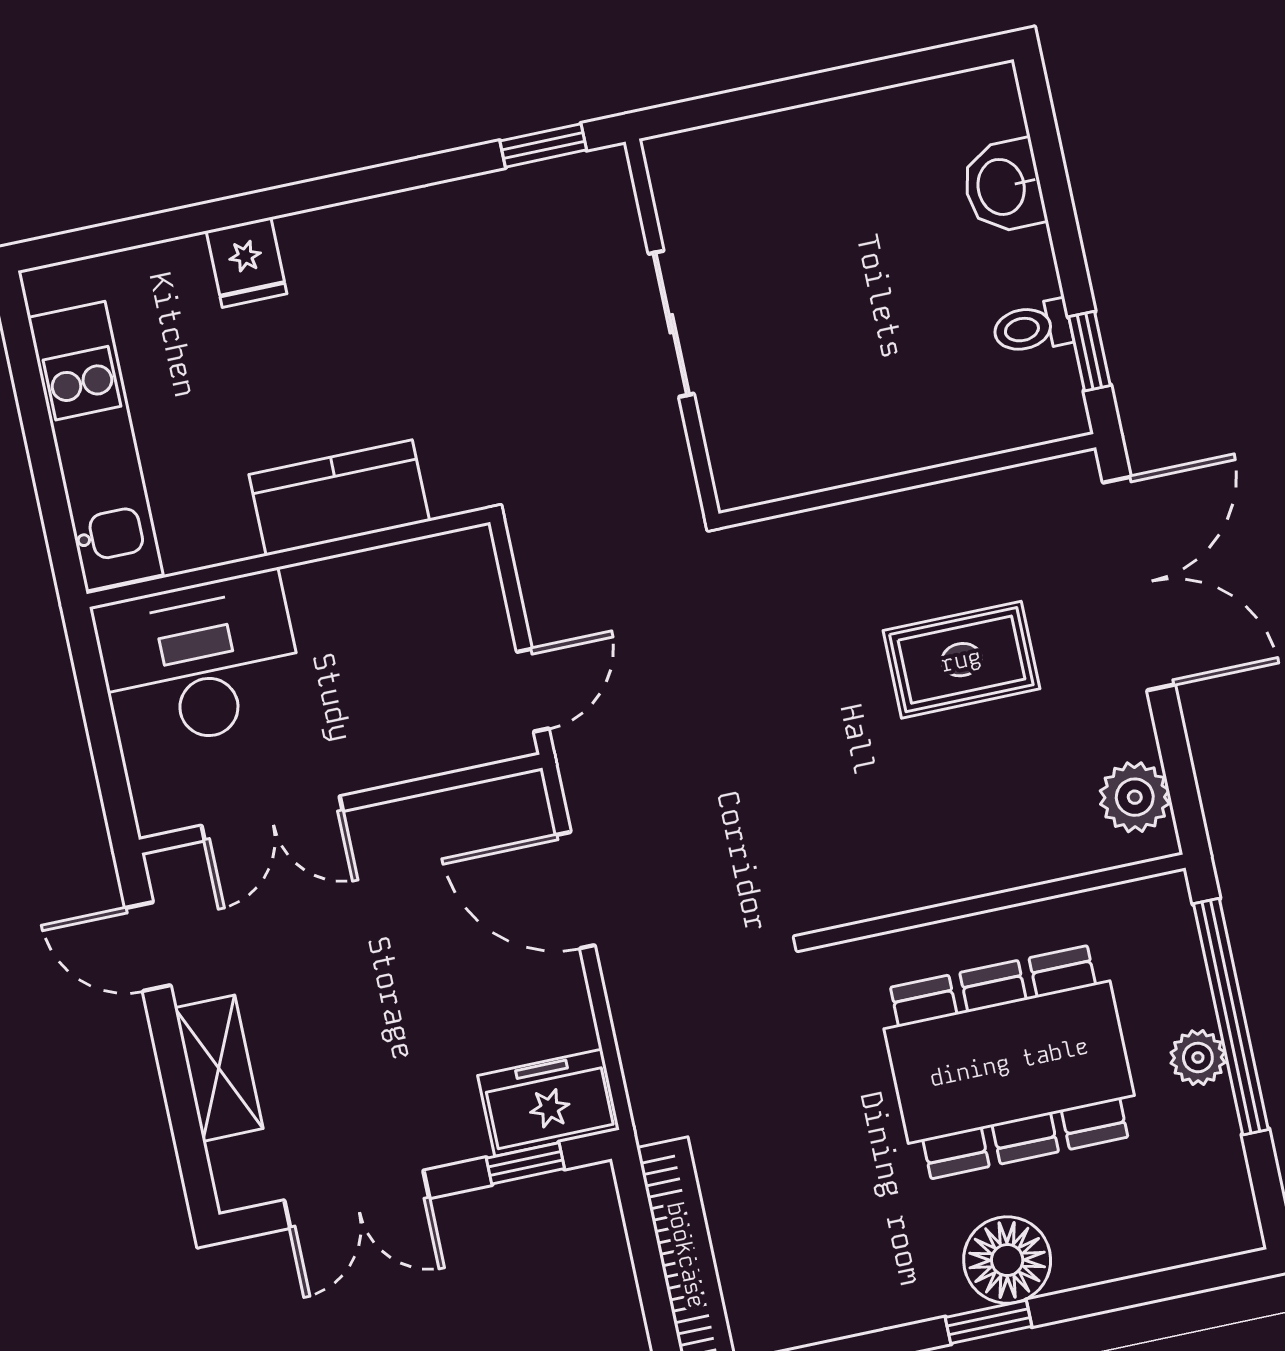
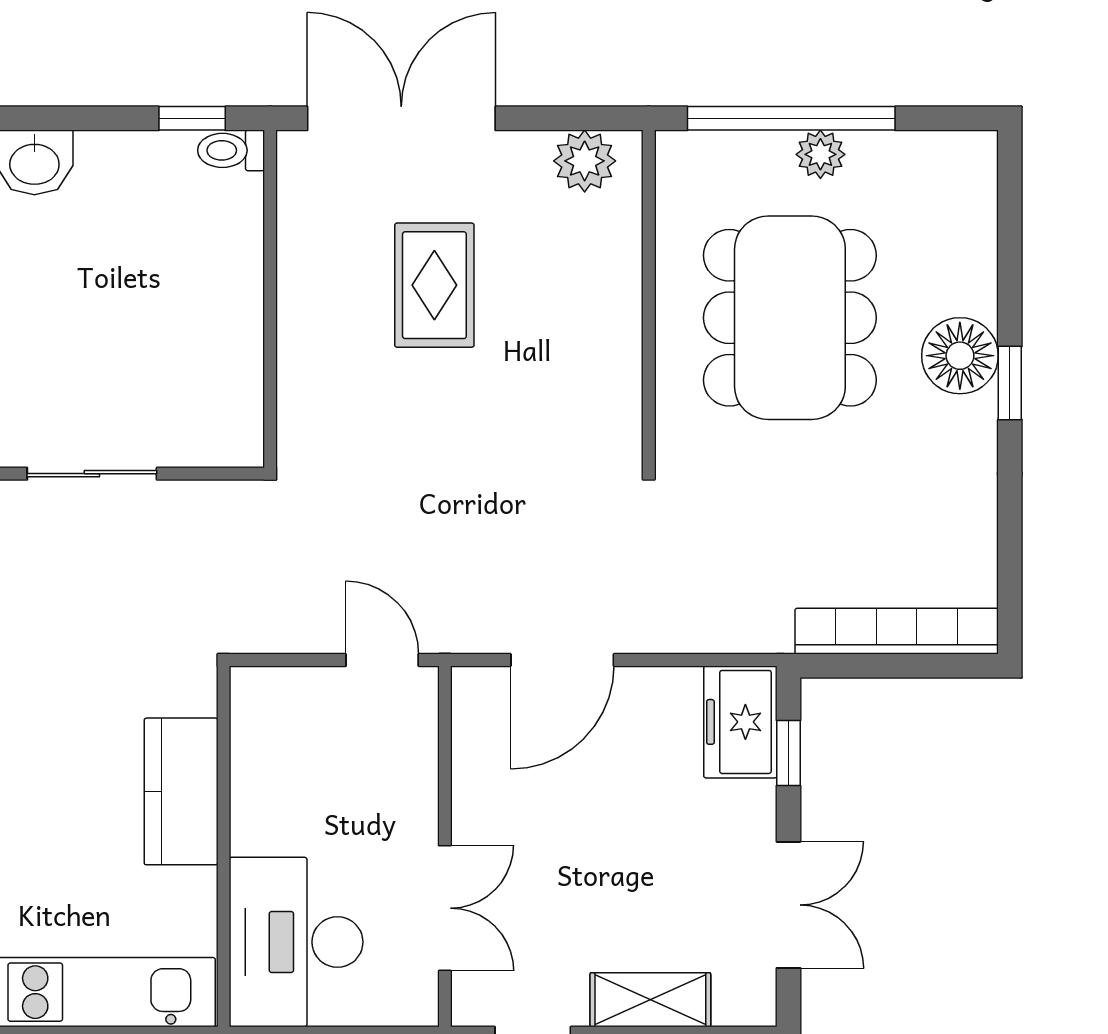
toilet: (1032, 327) -> (231, 150), moved, turned 90

